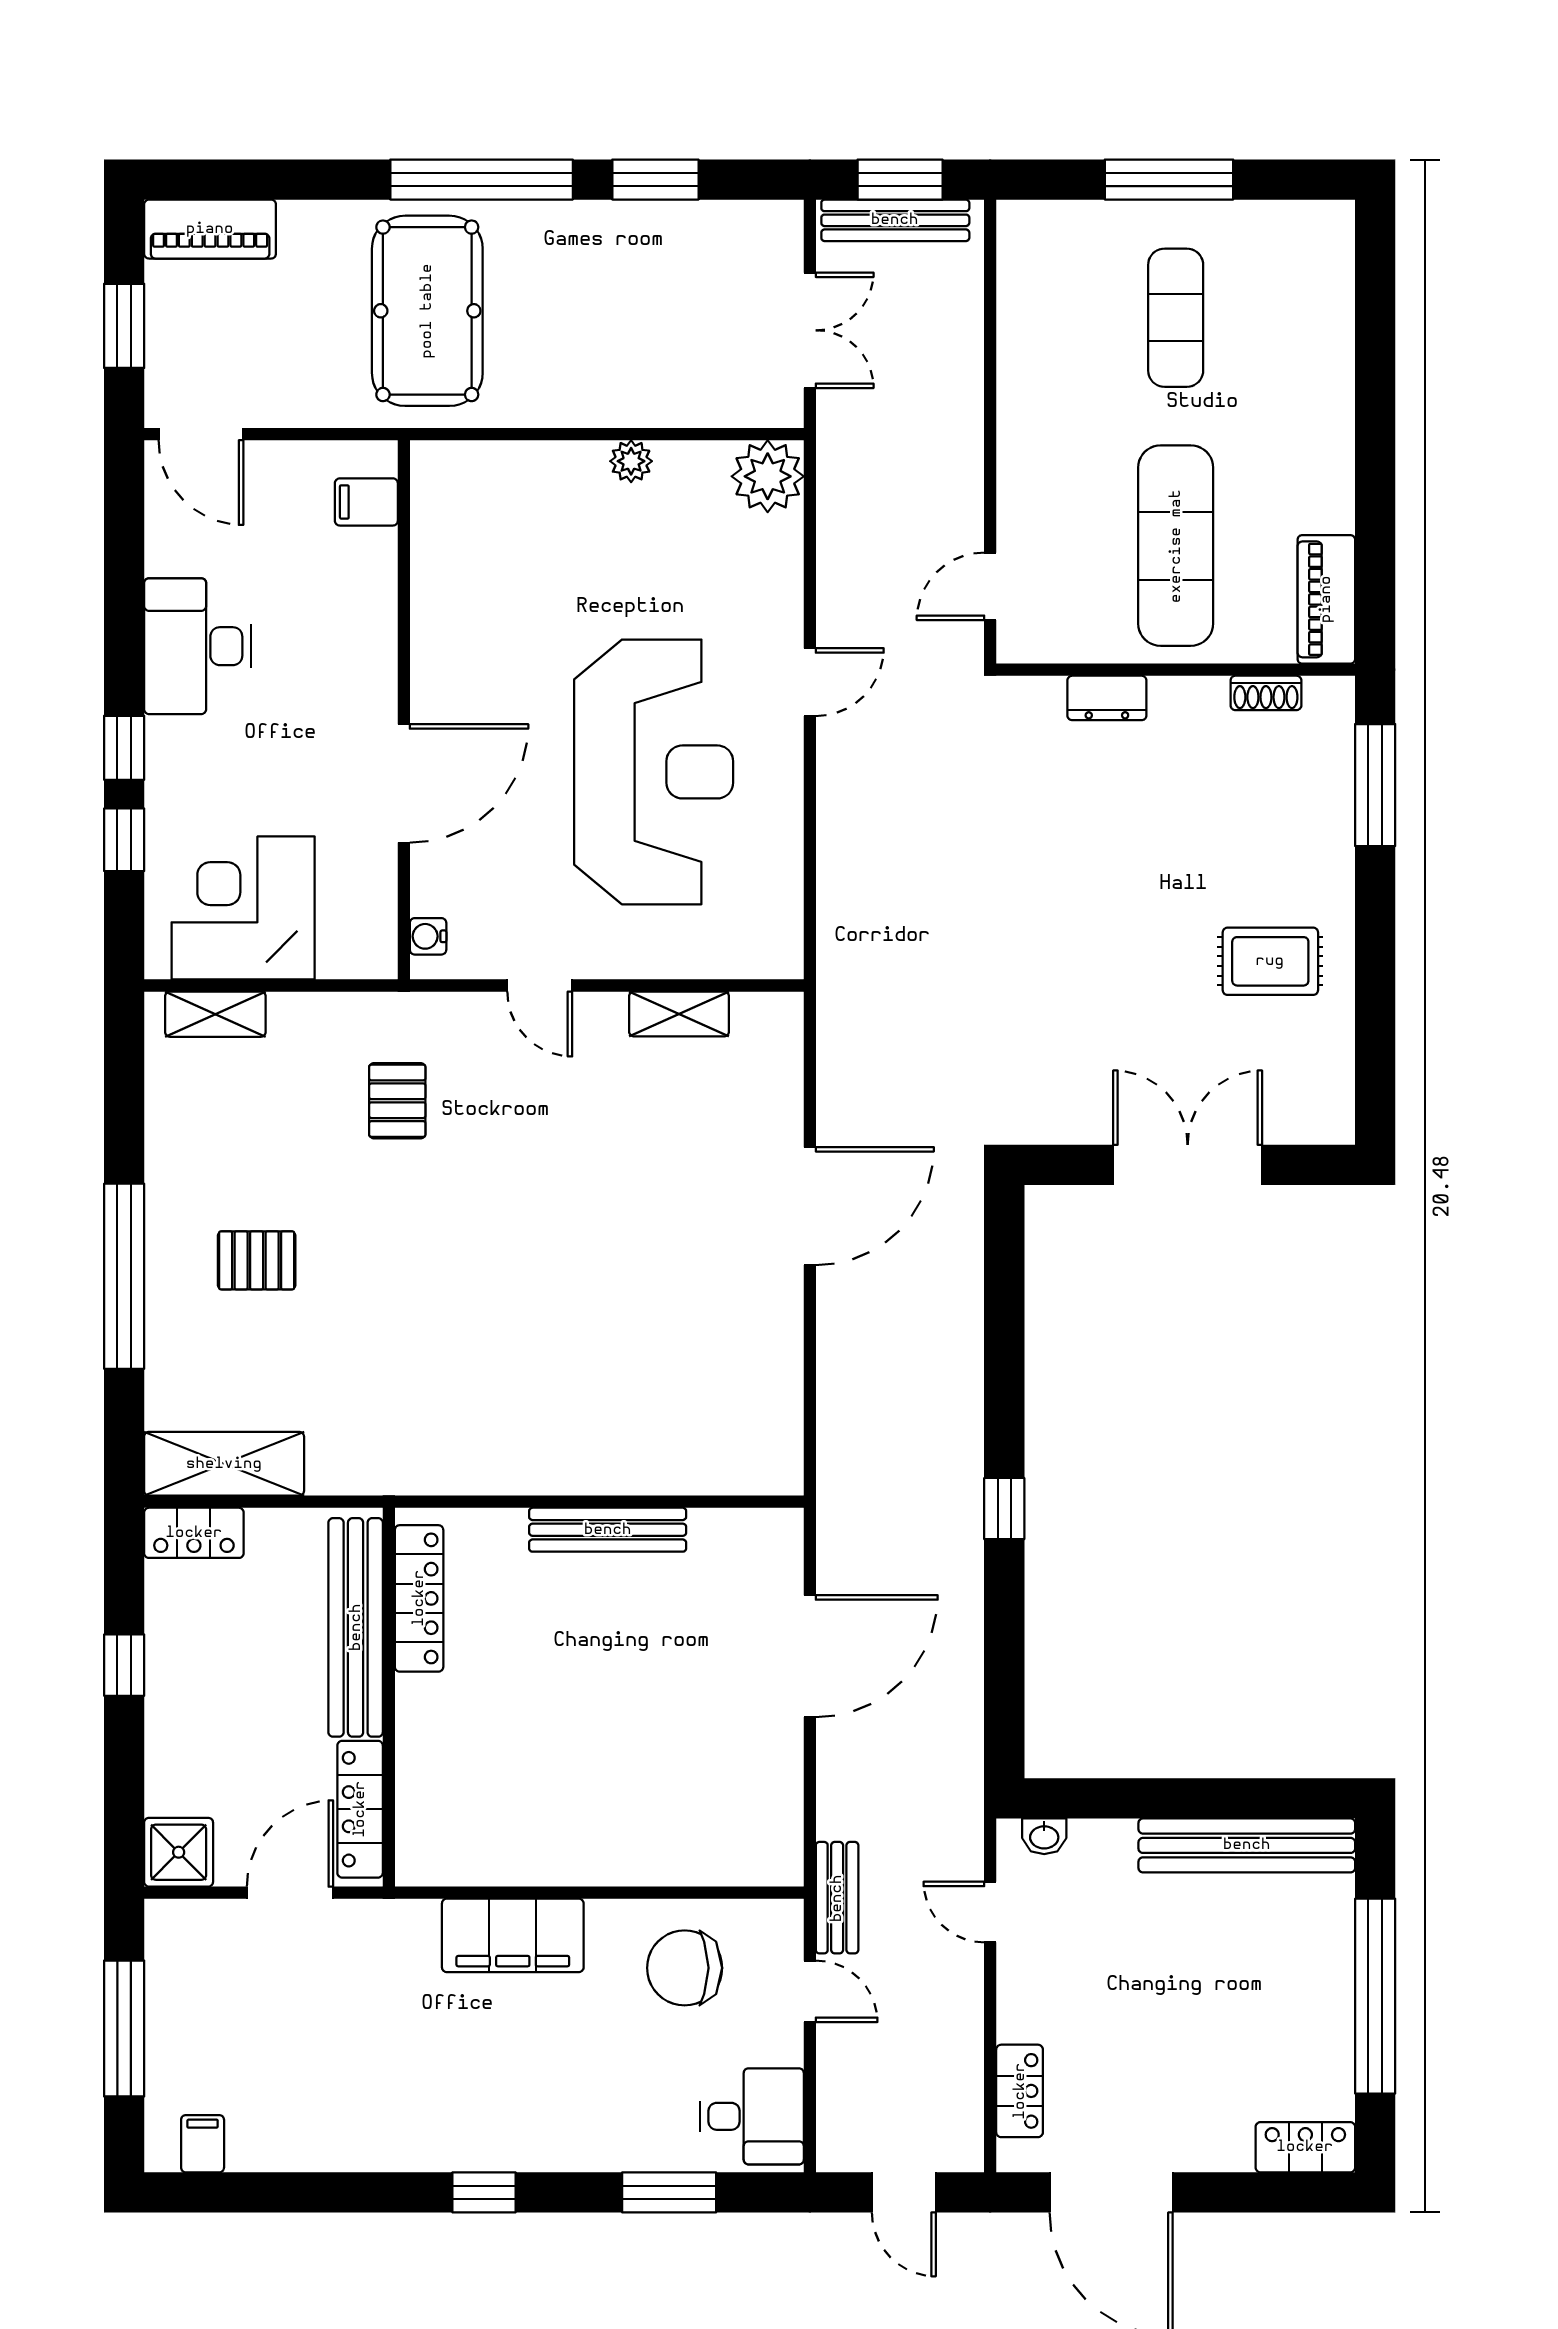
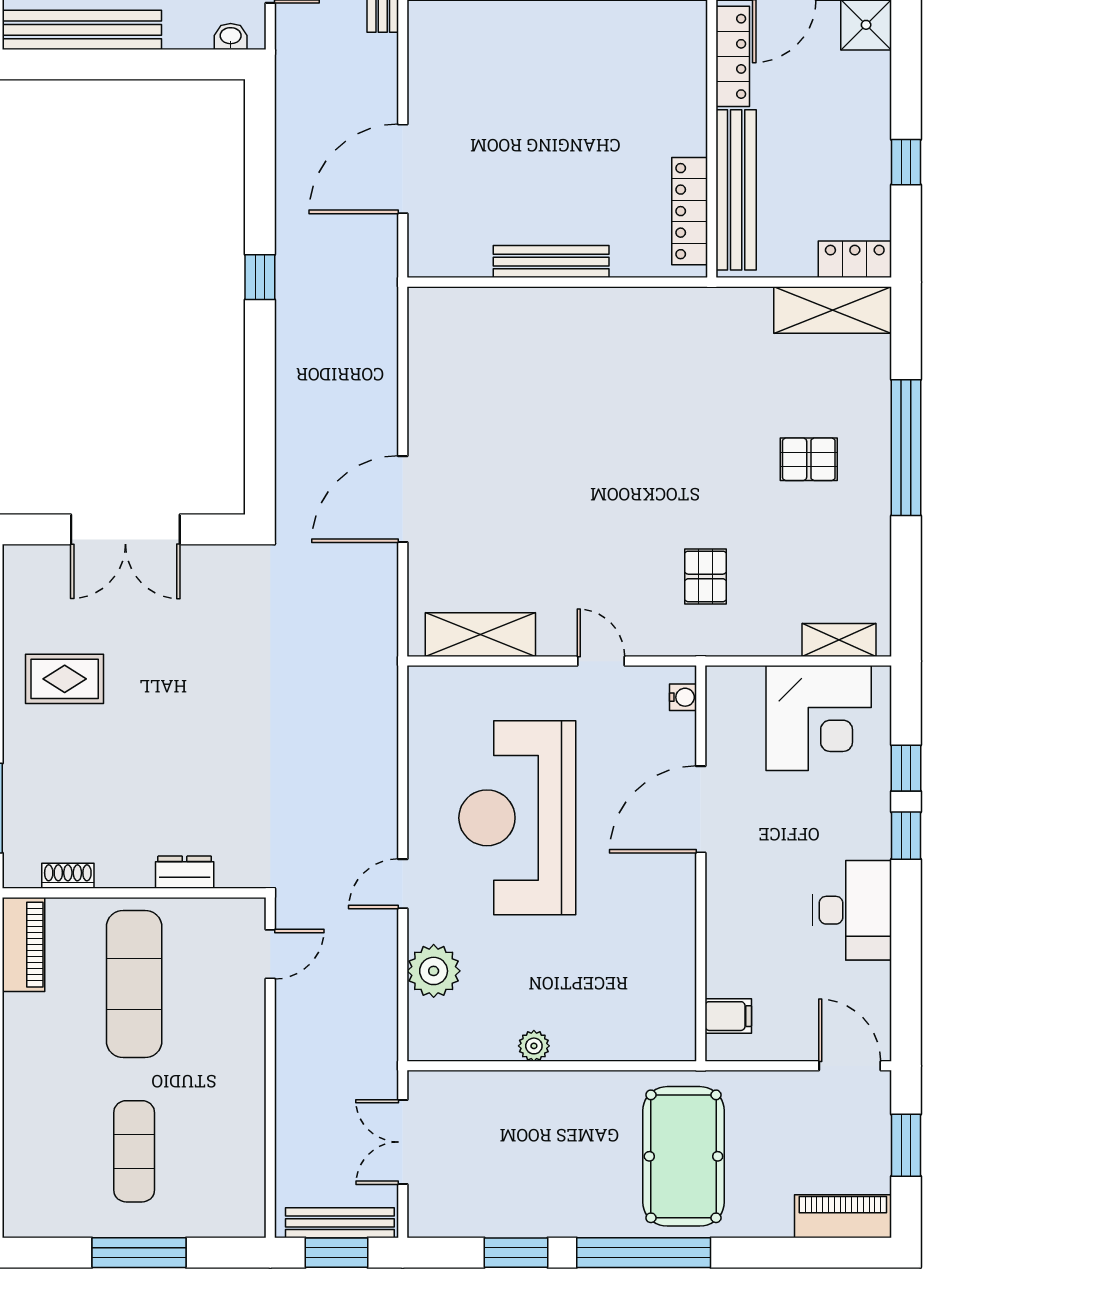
plant: (768, 476) -> (434, 971), moved
shelving: (679, 1014) -> (480, 635), width x1.50, depth x1.33

